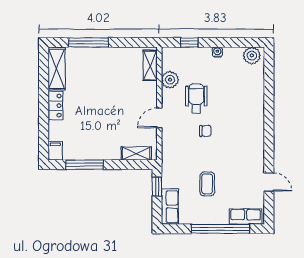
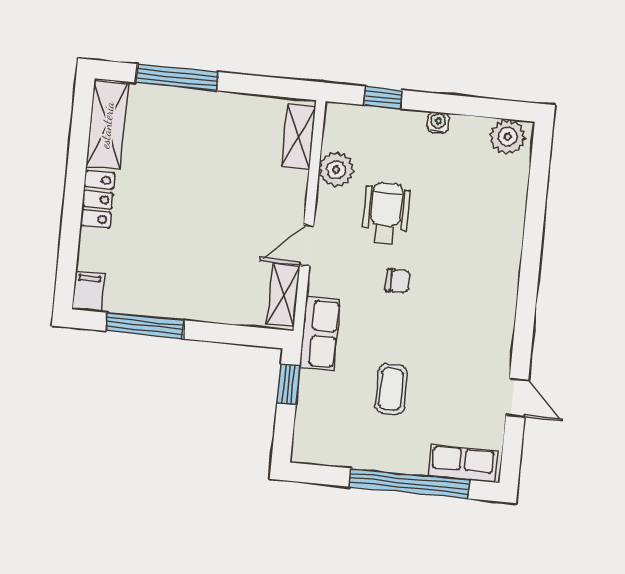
shelving: (136, 154) -> (283, 295), moved, turned 90
row of seats: (170, 207) -> (320, 333), moved

